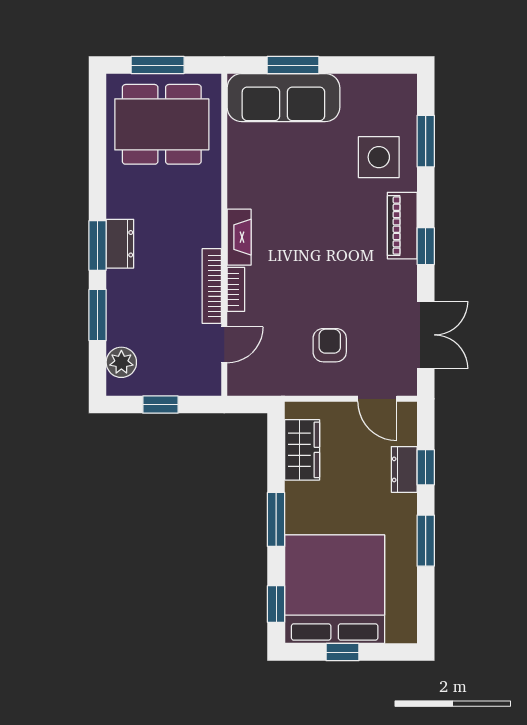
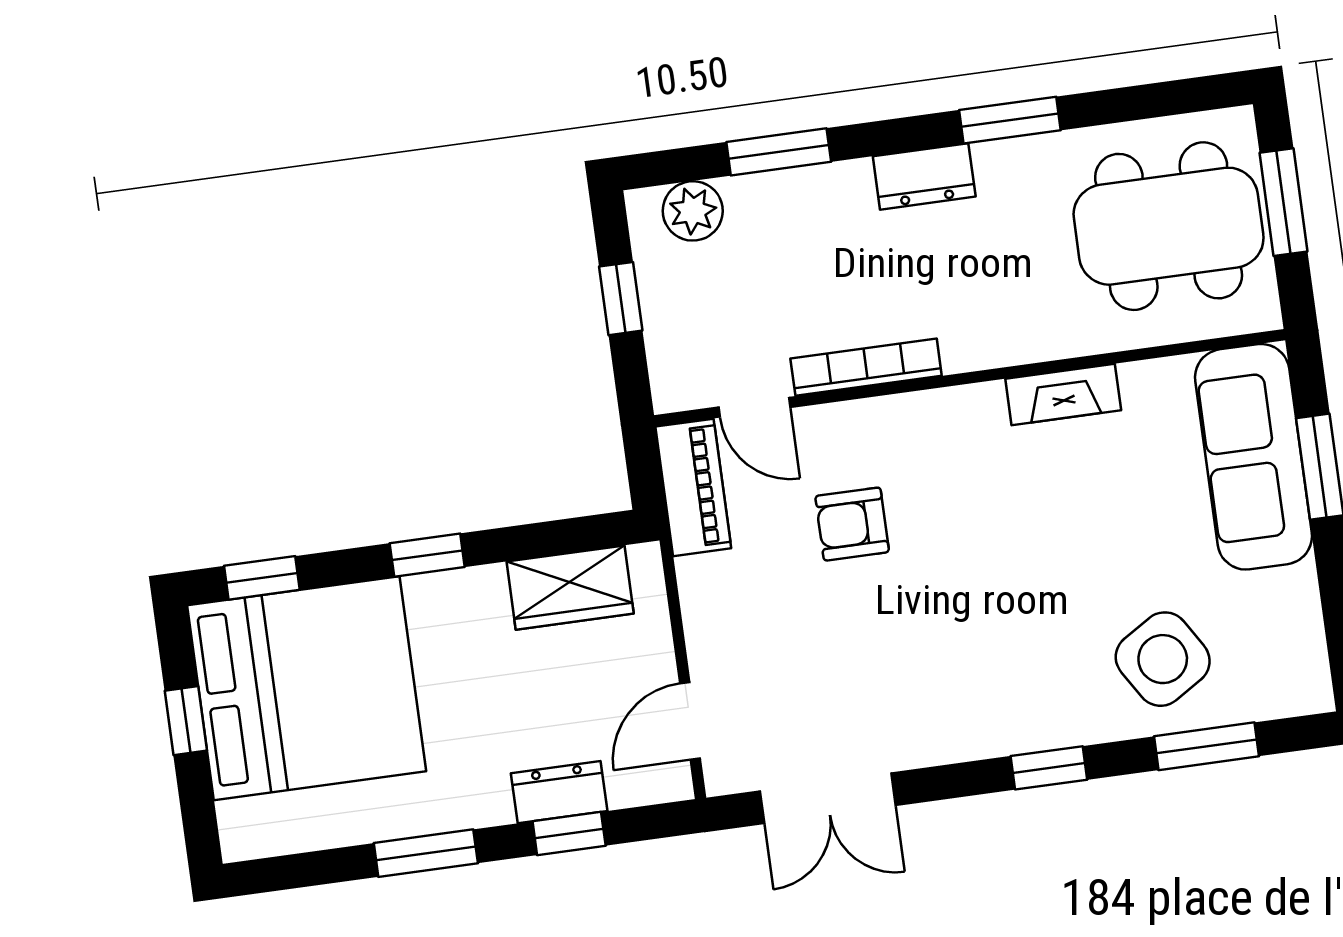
dining table: (162, 124) -> (1169, 226), turned 90
side table: (379, 157) -> (1163, 659), turned -32
piano: (402, 226) -> (693, 487), moved, turned 90
fireplace: (239, 237) -> (1063, 394), moved
window: (98, 245) -> (1010, 120), moved
window: (426, 246) -> (1049, 768), moved
bookcase: (236, 289) -> (866, 415), removed
armchair: (330, 345) -> (852, 524), moved, turned 180
window: (276, 519) -> (427, 555), width x0.67

